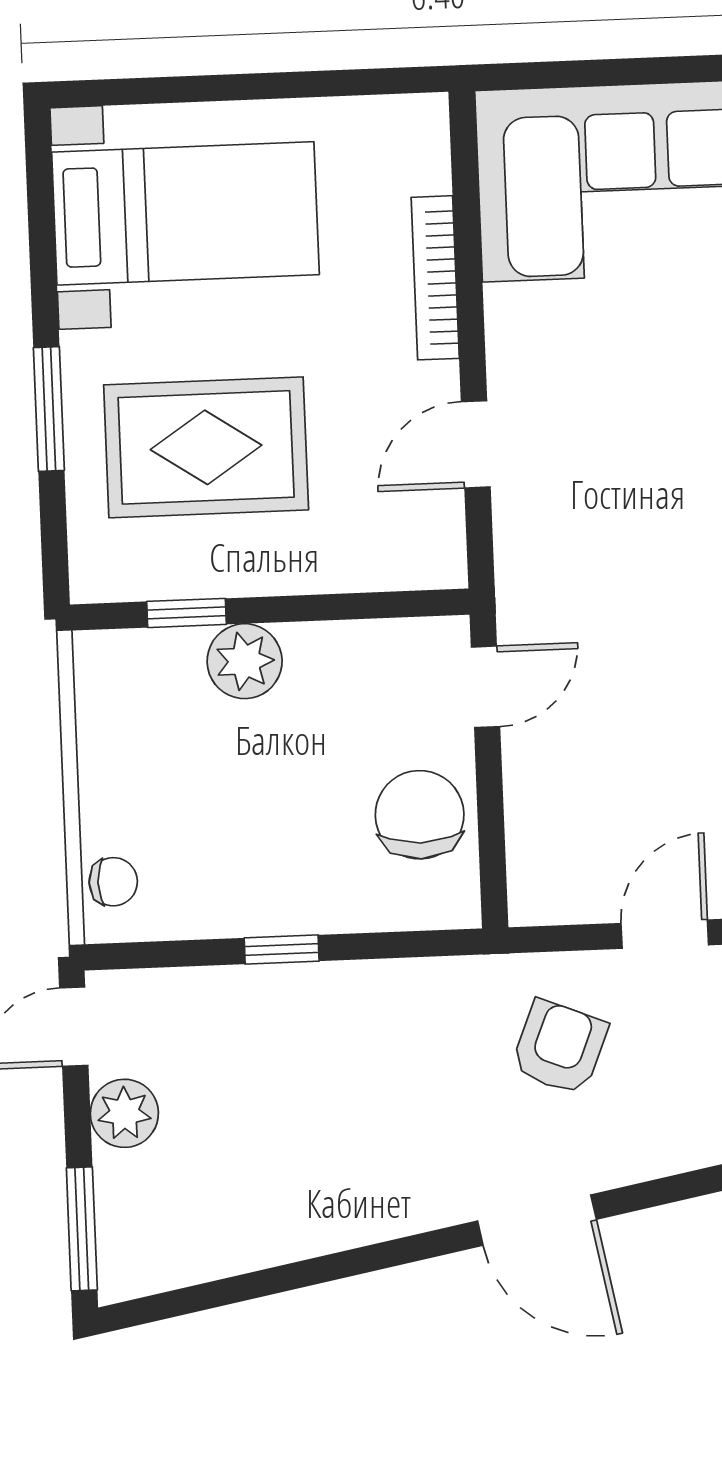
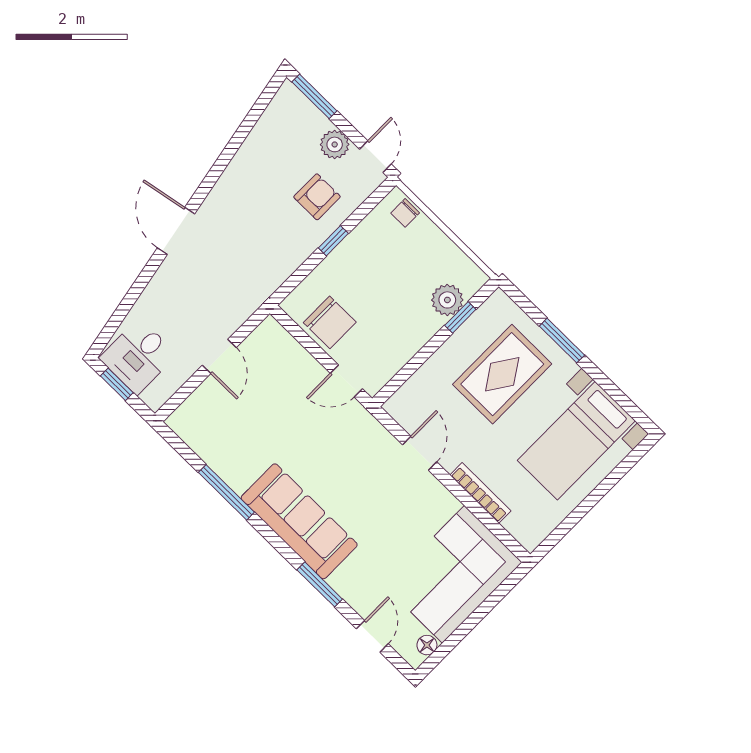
plant: (245, 661) -> (447, 300), moved
door: (486, 687) -> (346, 381), hinge flipped
armchair: (559, 1047) -> (317, 197), moved, turned -112
door: (537, 1220) -> (176, 231), hinge flipped

